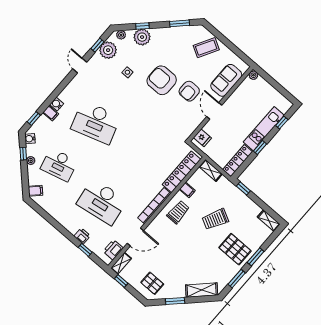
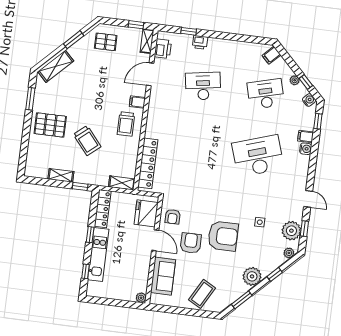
plant: (142, 37) -> (252, 276), moved
armchair: (190, 120) -> (173, 217), added
fridge: (202, 138) -> (146, 213), width x1.88, depth x1.34
filing cabinet: (187, 190) -> (137, 102), moved
desk: (102, 202) -> (203, 86), width x0.73, depth x0.77
bookcase: (154, 206) -> (152, 115), removed
trolley: (215, 219) -> (87, 141), turned 113
shelving: (269, 221) -> (61, 175), moved
window: (256, 257) -> (26, 131), removed

